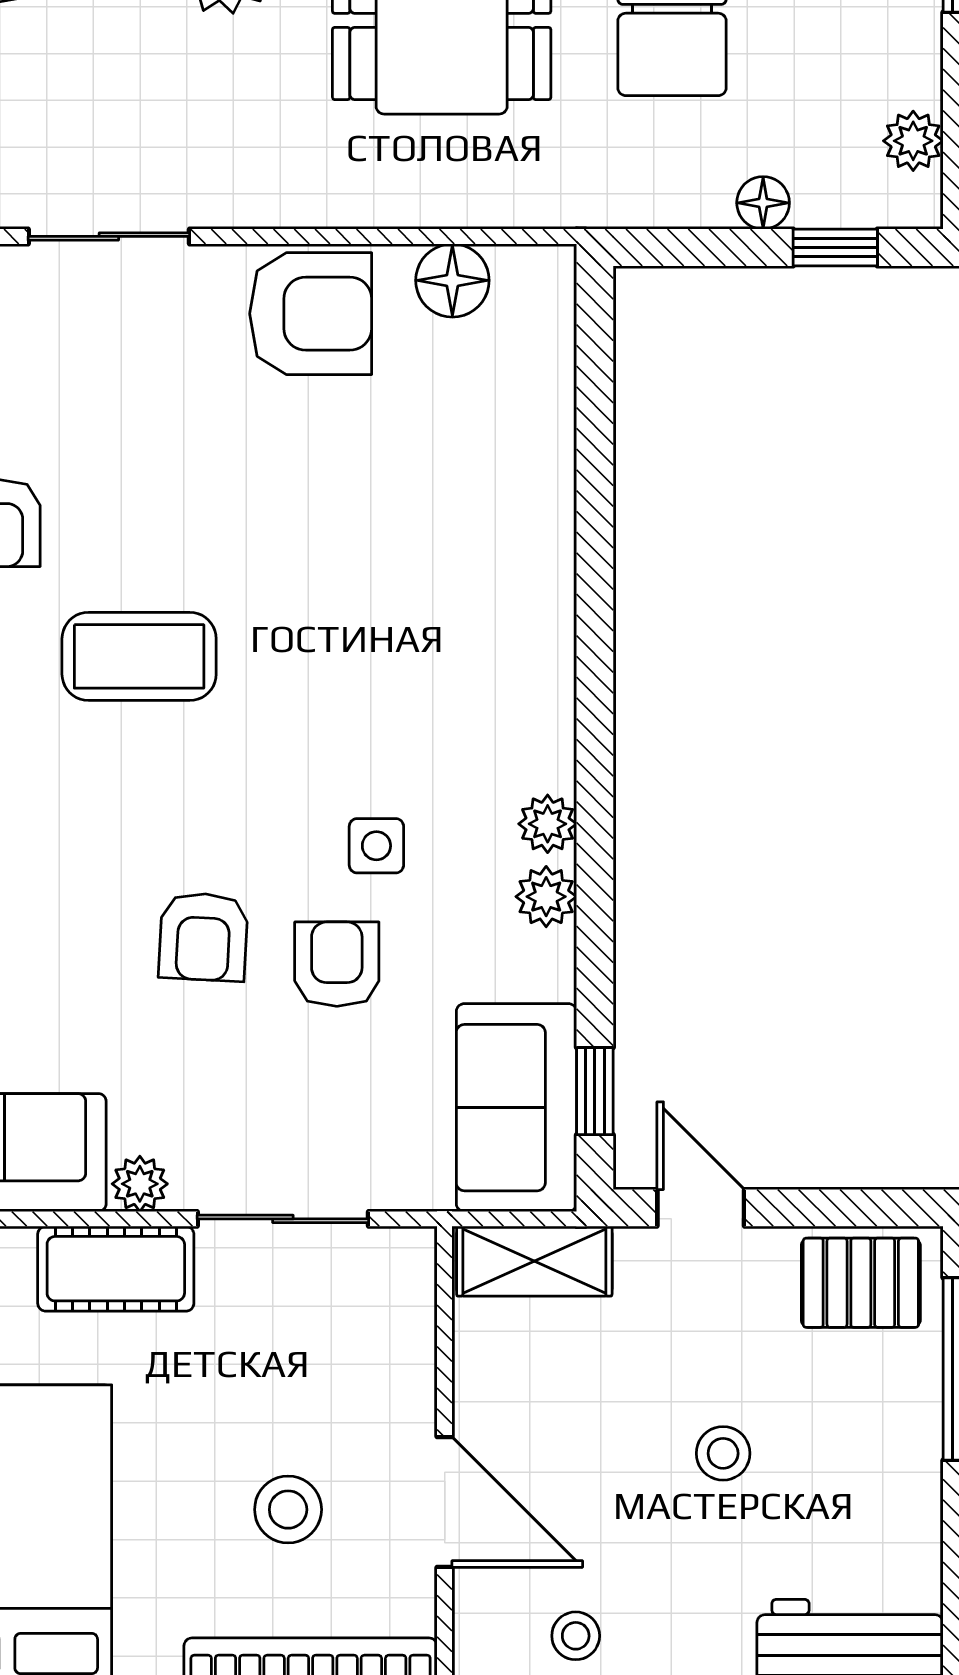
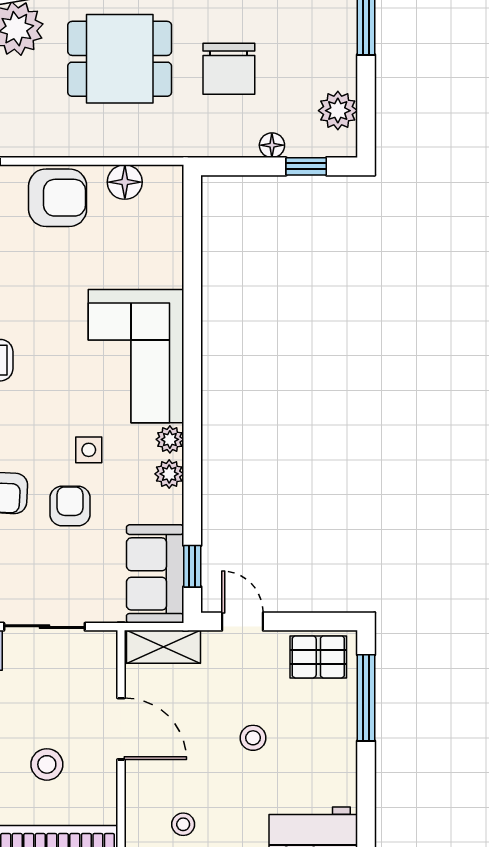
plant: (913, 141) -> (338, 111), width x1.38, depth x1.38
corner sofa: (476, 648) -> (136, 356), added
door: (445, 1502) -> (121, 729), moved

